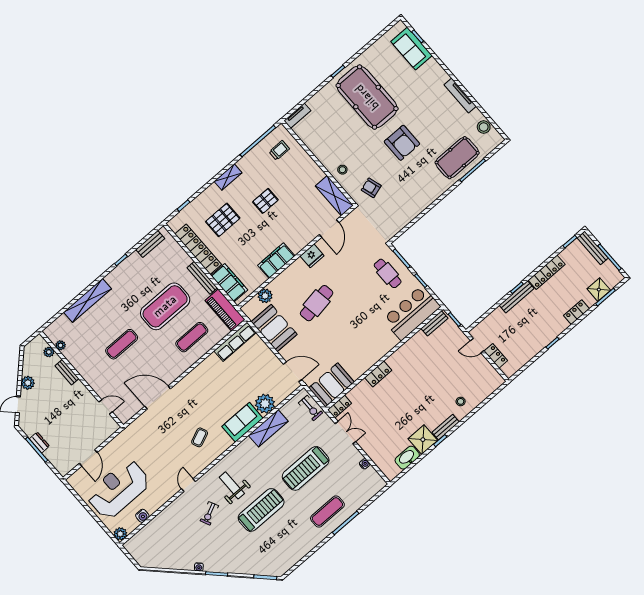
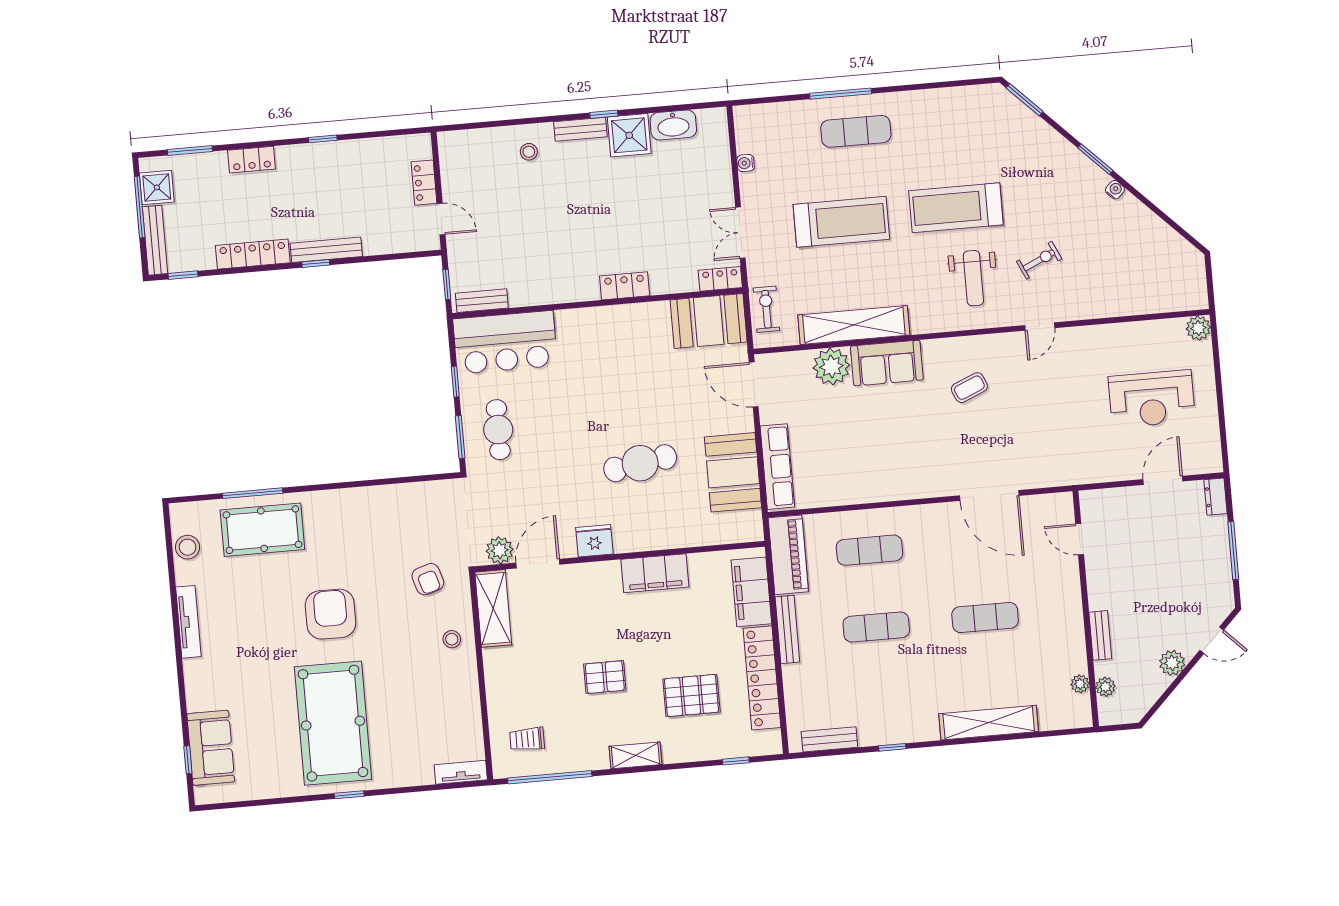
shower: (599, 290) -> (157, 187), moved
plant: (265, 296) -> (500, 550), moved
exercise mat: (165, 306) -> (876, 627), width x0.50, depth x0.69
row of seats: (235, 342) -> (777, 467), moved, turned 90
shelving: (268, 428) -> (854, 325), width x1.47
dresser: (39, 443) -> (1216, 497), moved
reception desk: (118, 489) -> (1152, 399), width x0.74, depth x0.77
water cooler: (142, 516) -> (1145, 331), removed

